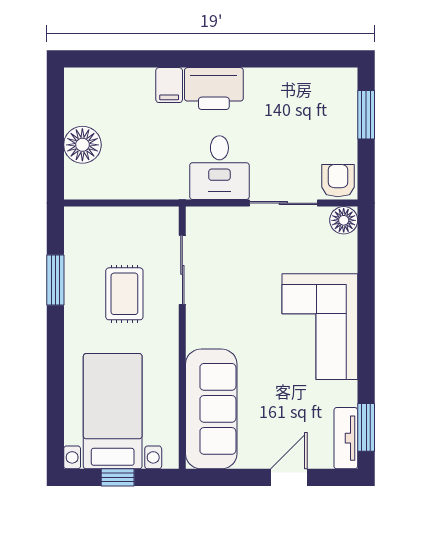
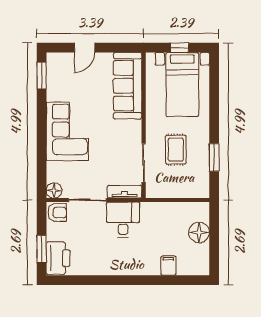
filing cabinet: (169, 85) -> (168, 266), moved
printer: (214, 89) -> (58, 258), moved, turned 90
armchair: (338, 181) -> (57, 213), turned -90
tv unit: (346, 438) -> (125, 192), moved, turned -90

